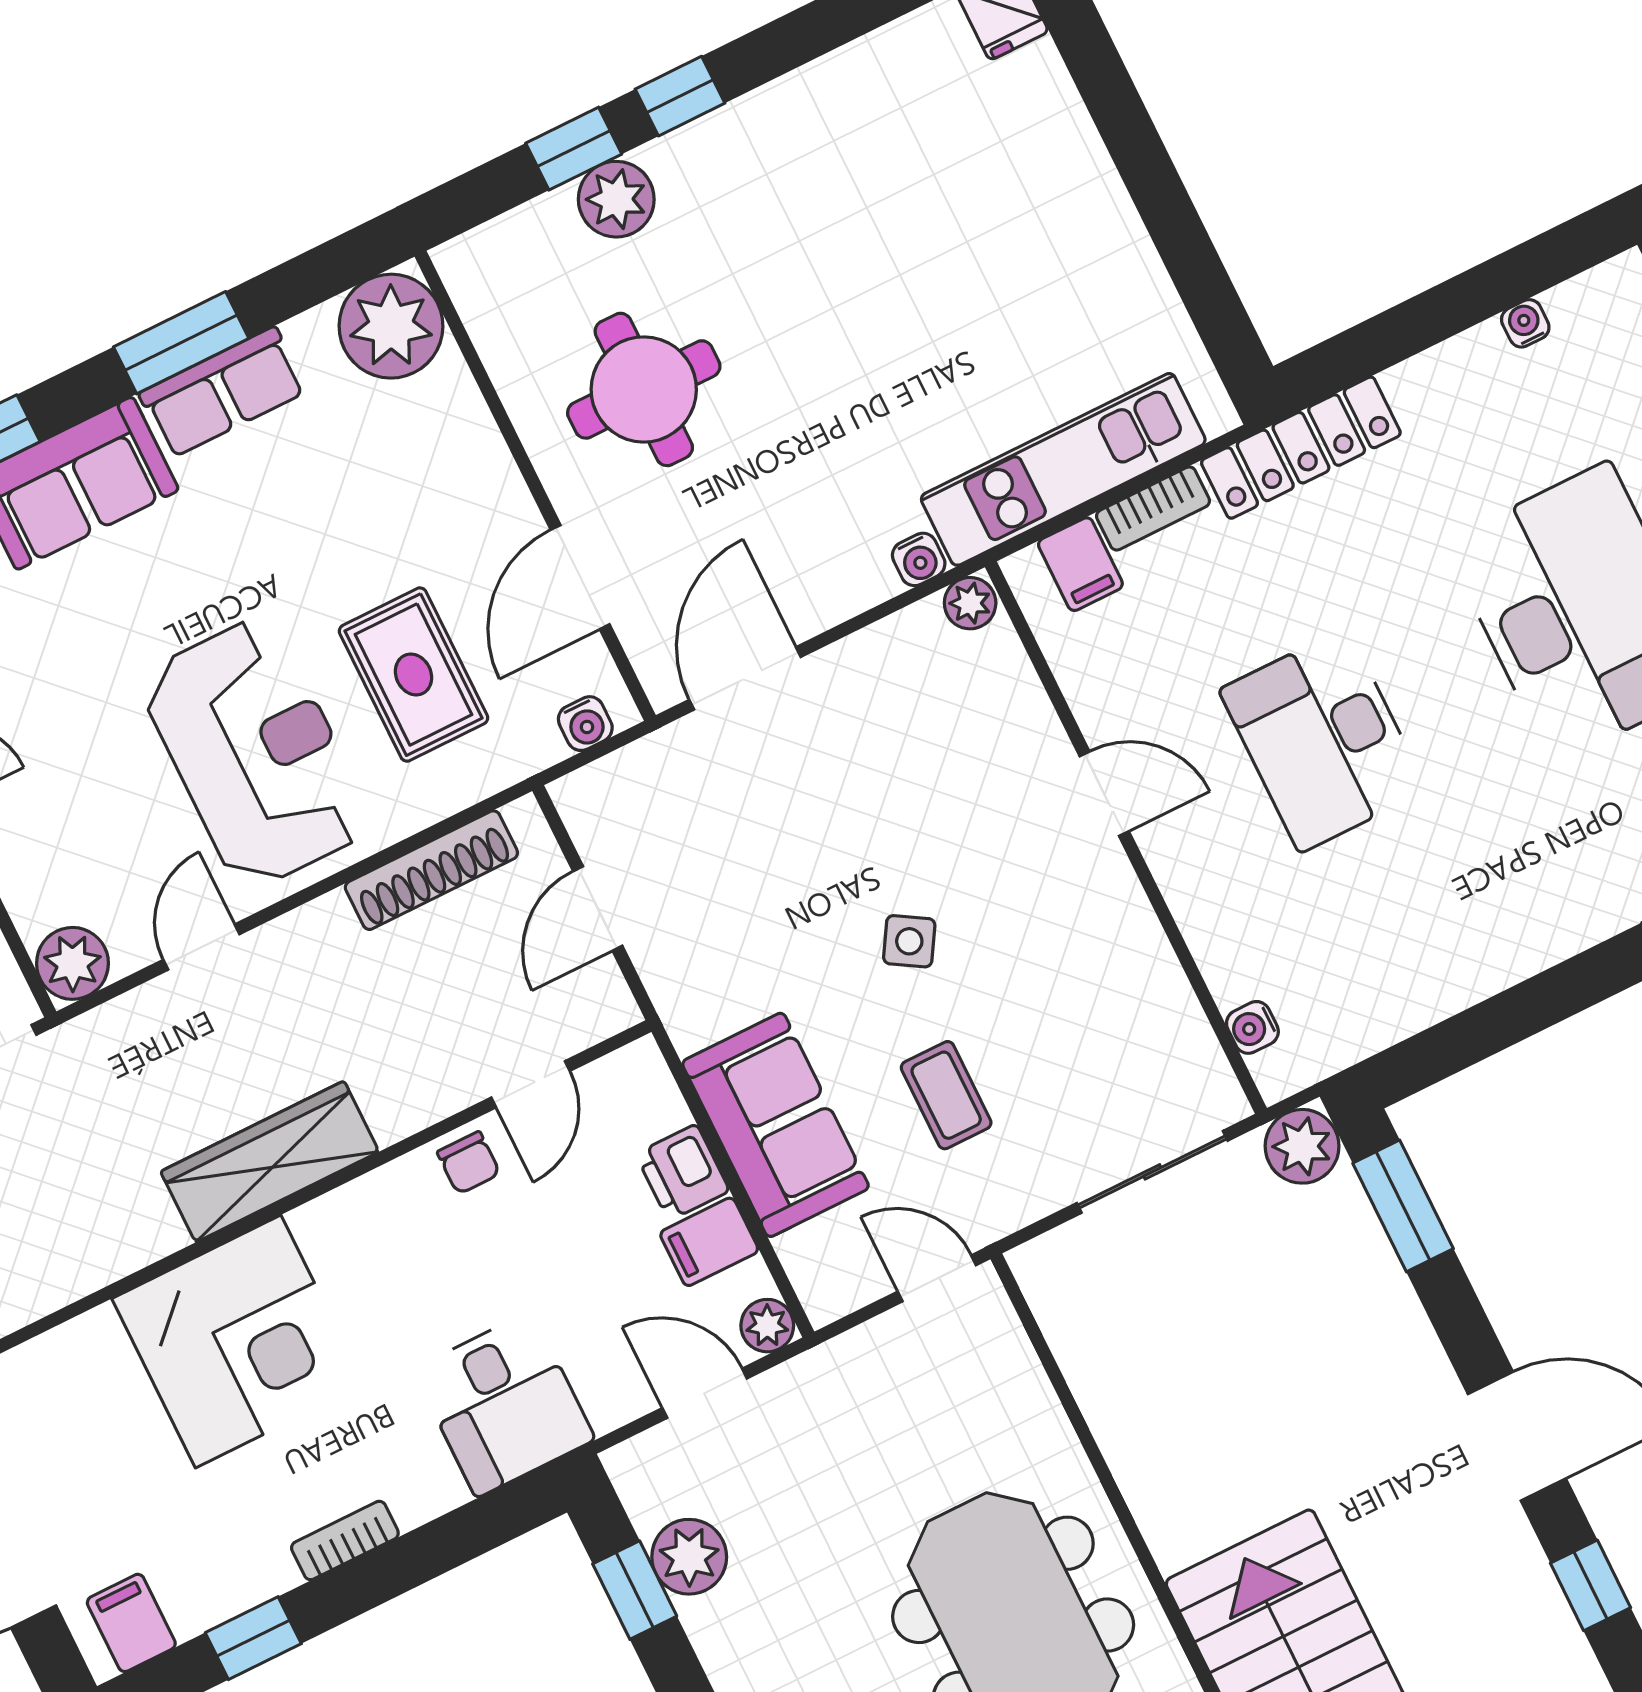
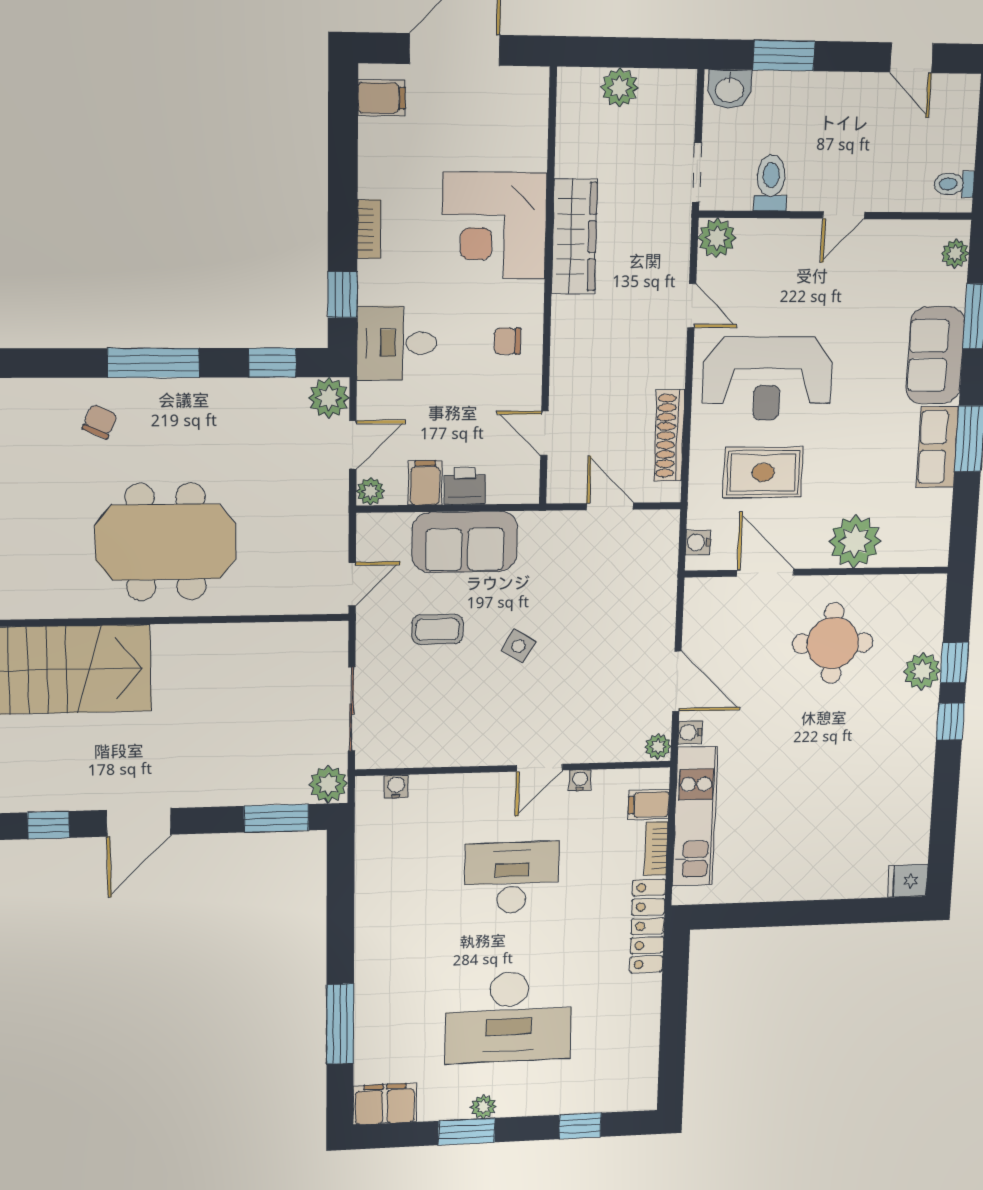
water cooler: (1525, 323) -> (580, 780), moved, turned -90
plant: (391, 326) -> (855, 541), moved
door: (745, 678) -> (677, 681), moved
wardrobe: (270, 1162) -> (574, 236), moved
chair: (469, 1163) -> (507, 341), moved
plant: (689, 1557) -> (329, 398), moved
window: (253, 1638) -> (343, 294), moved

